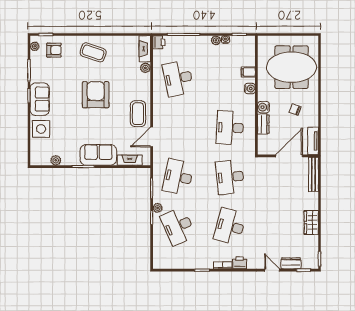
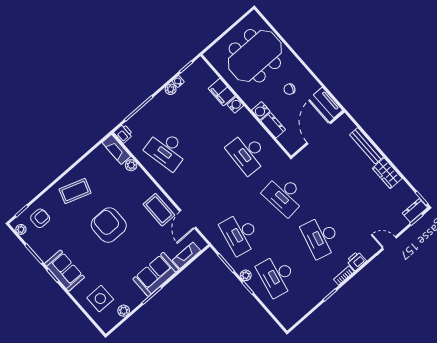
filing cabinet: (248, 72) -> (222, 92), width x2.00
side table: (41, 129) -> (100, 299), moved
bench: (313, 174) -> (366, 146), moved
desk: (178, 226) -> (277, 276), turned 36
dresser: (291, 263) -> (415, 211), moved

